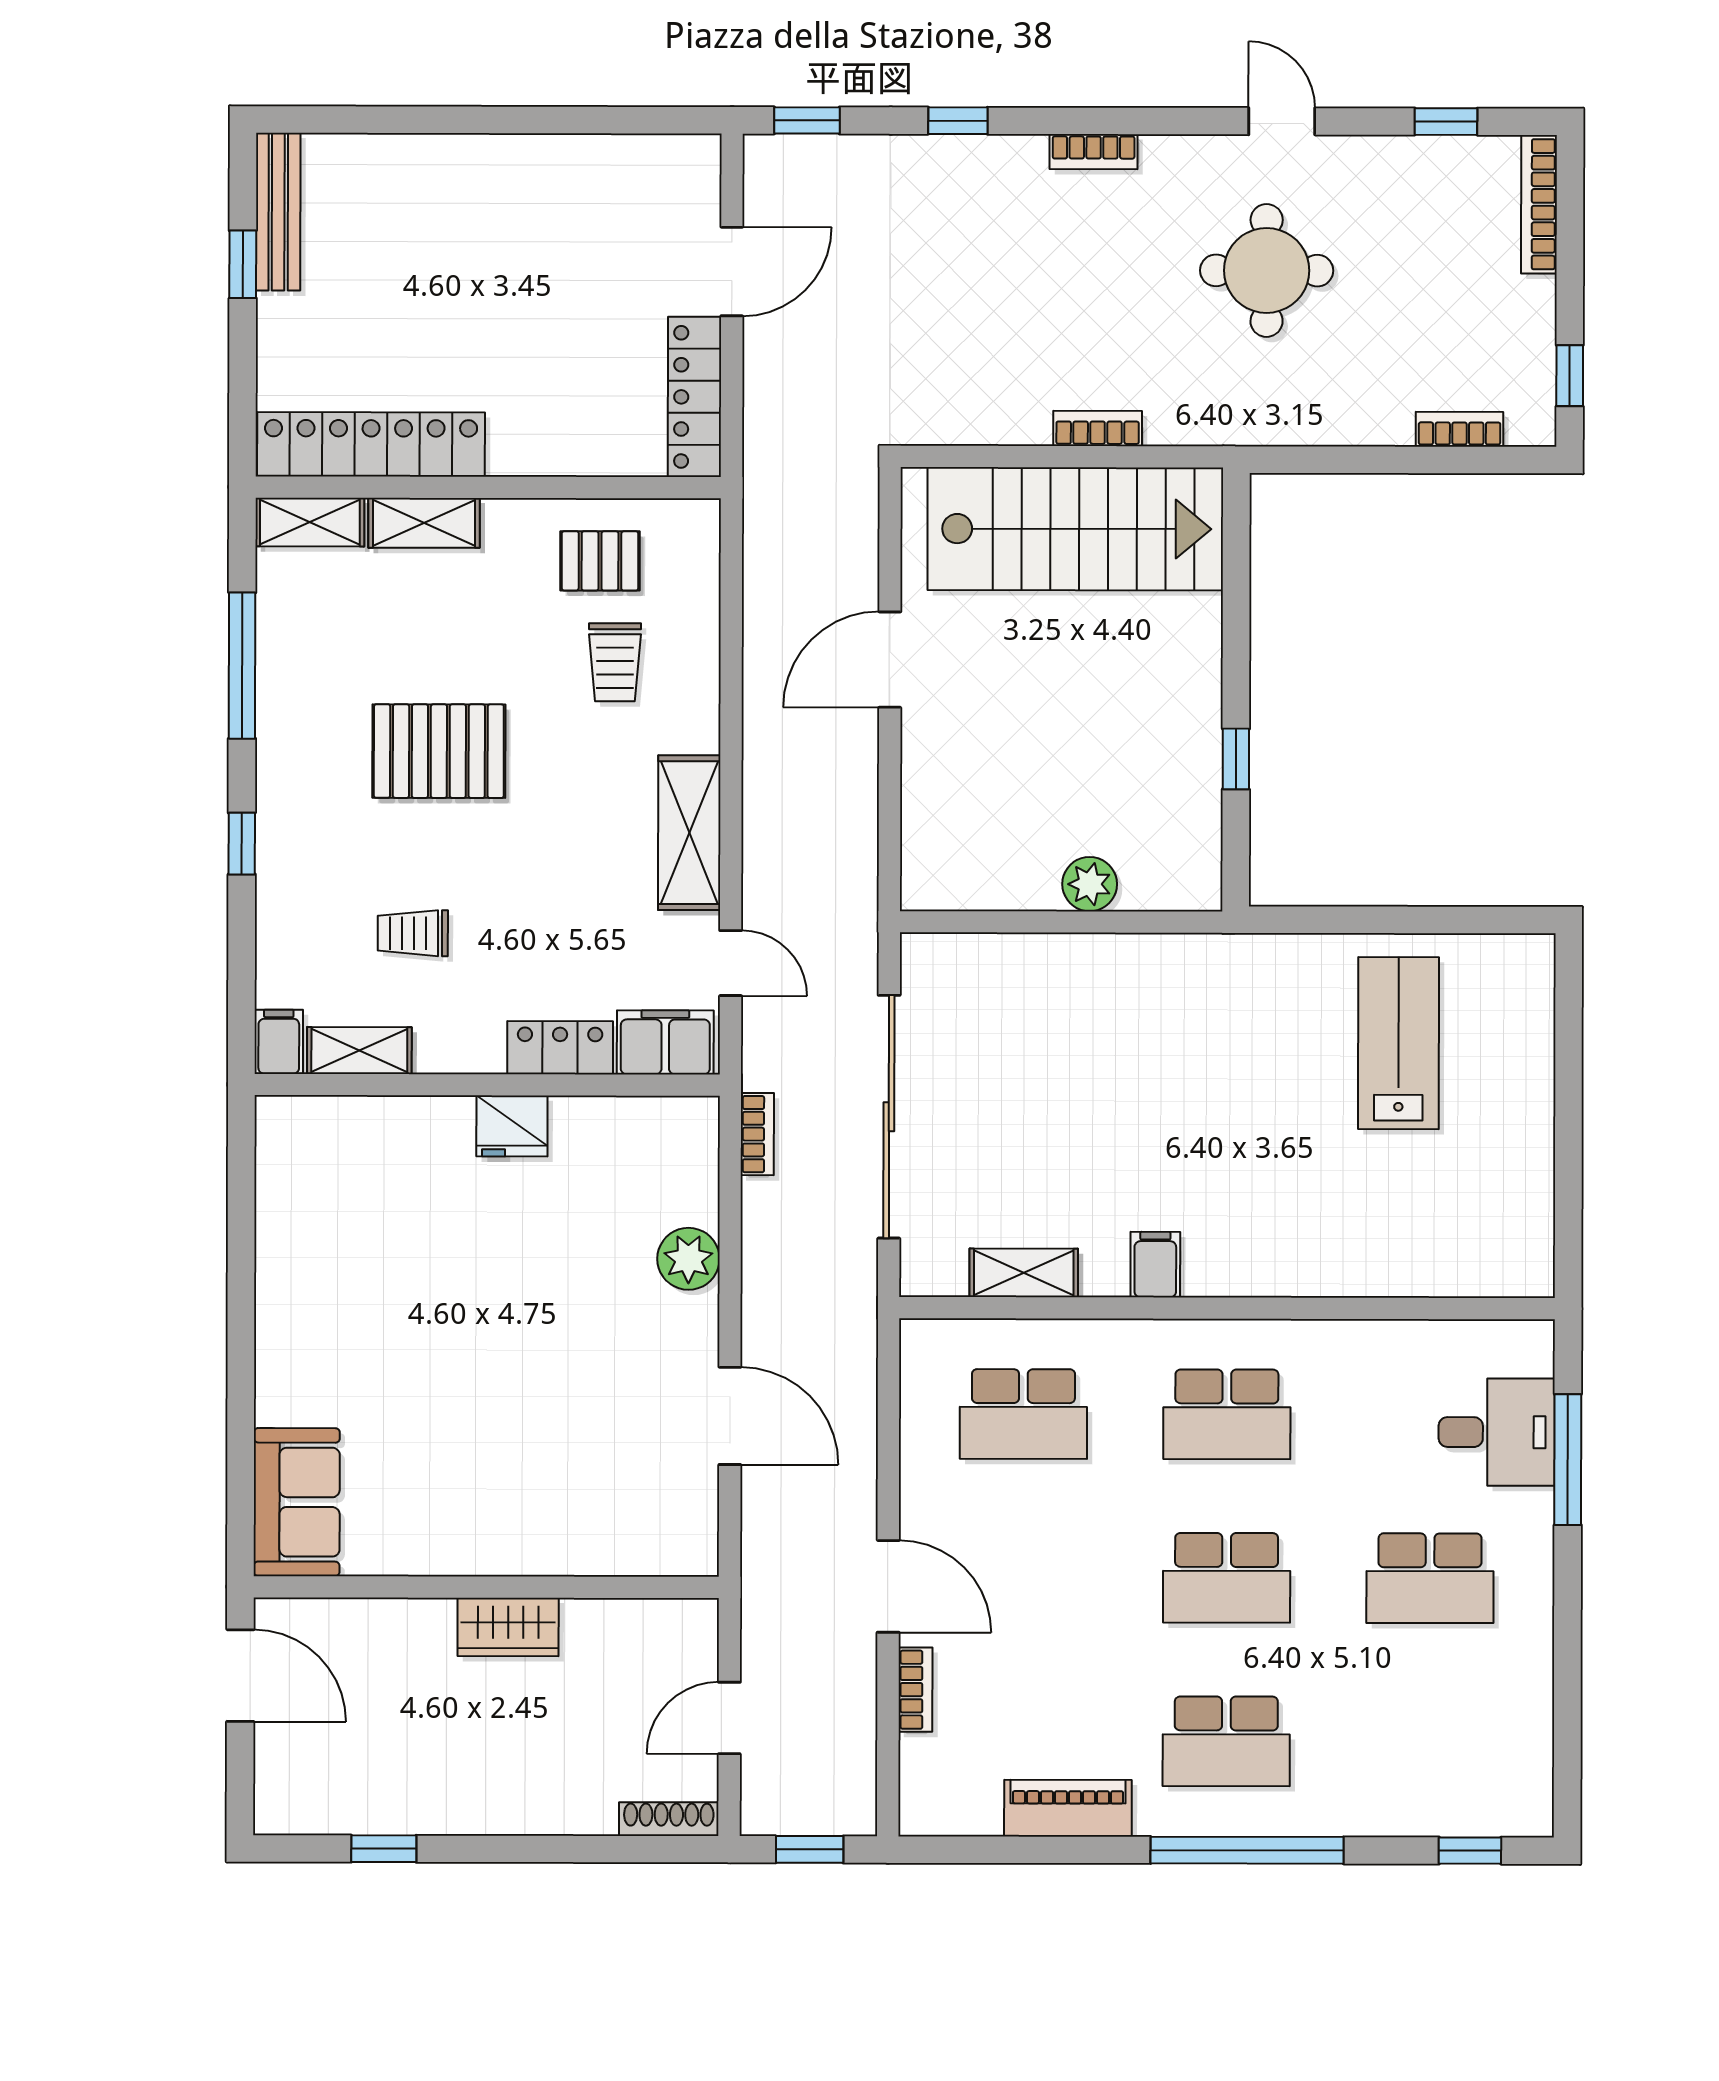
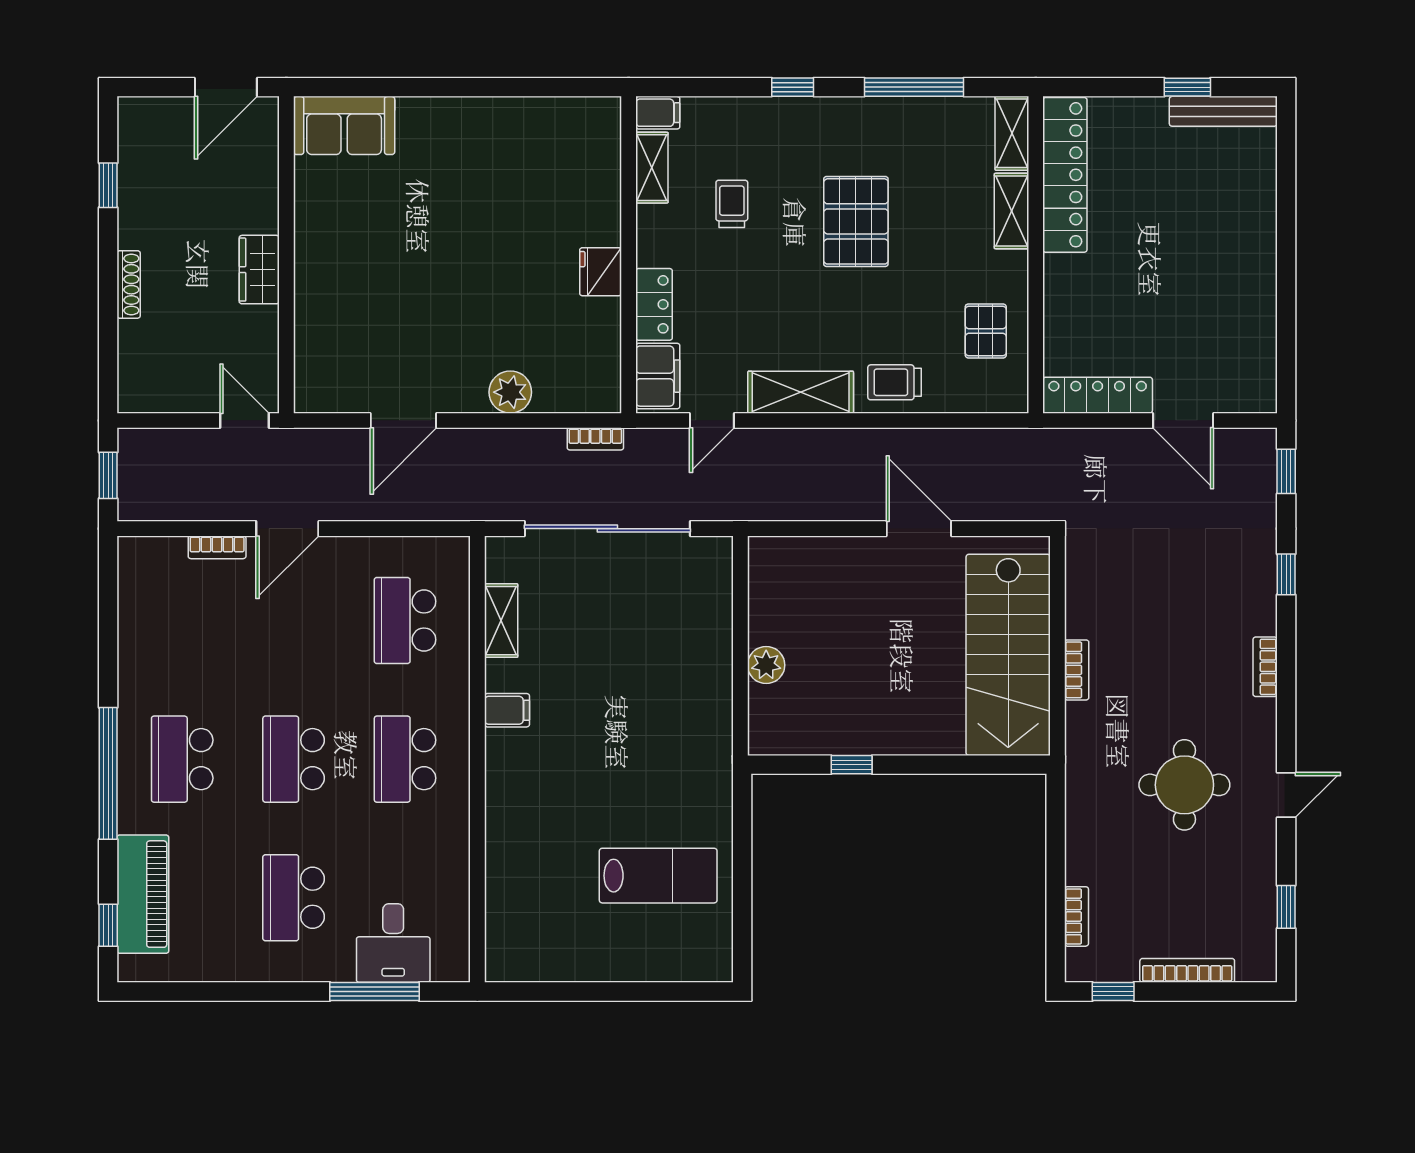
bookcase: (1539, 204) -> (1187, 970), moved
trolley: (615, 662) -> (895, 382), moved
door: (729, 1718) -> (245, 420), moved
piano: (1068, 1808) -> (143, 894), moved, width x1.37, depth x1.33
shoe rack: (669, 1819) -> (129, 284), moved

